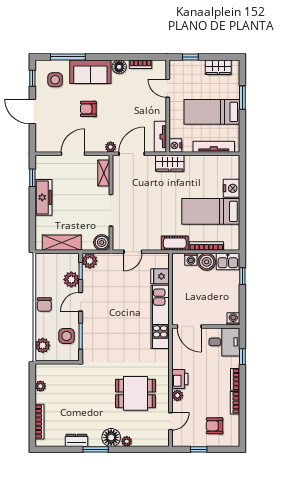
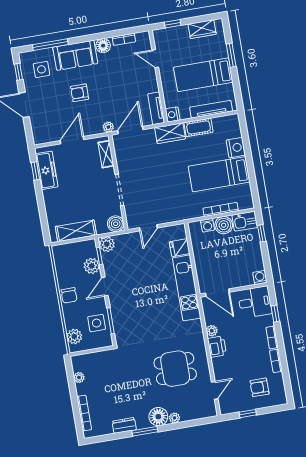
freezer: (43, 197) -> (47, 170), moved
cot: (175, 243) -> (198, 127), moved
plant: (177, 395) -> (212, 331), moved

